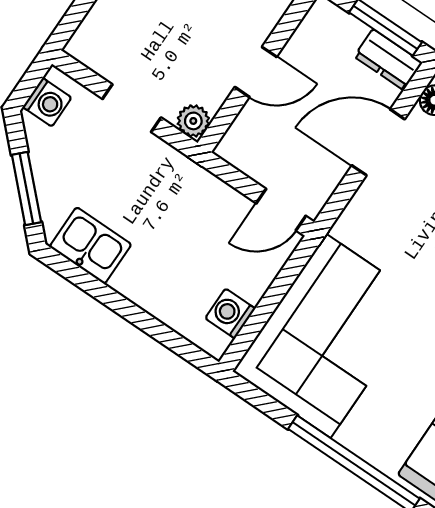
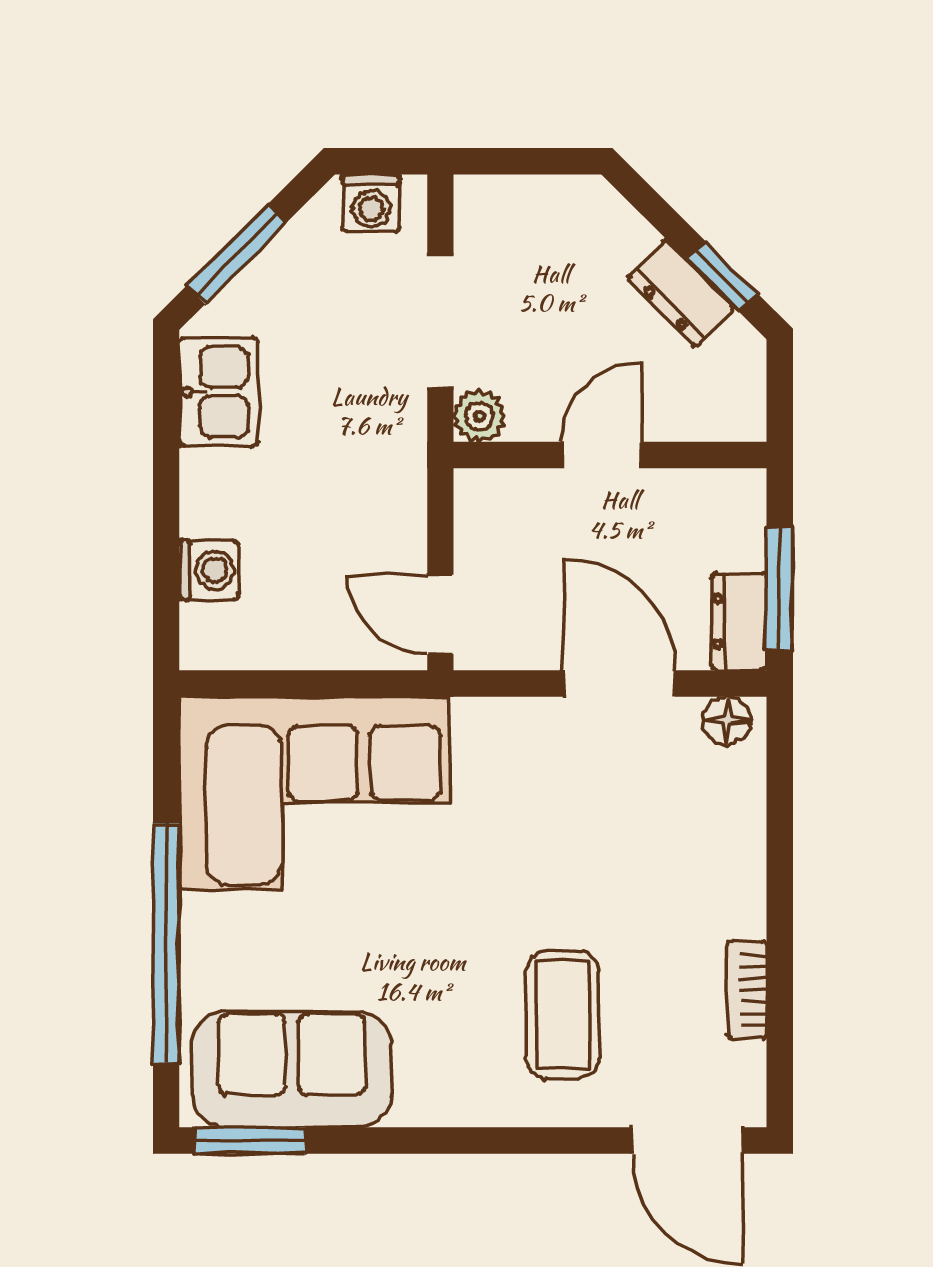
door: (256, 72) -> (602, 455), swing flipped
doorway: (132, 108) -> (440, 322), width x1.38
washing machine: (230, 313) -> (209, 570), moved, turned 90

